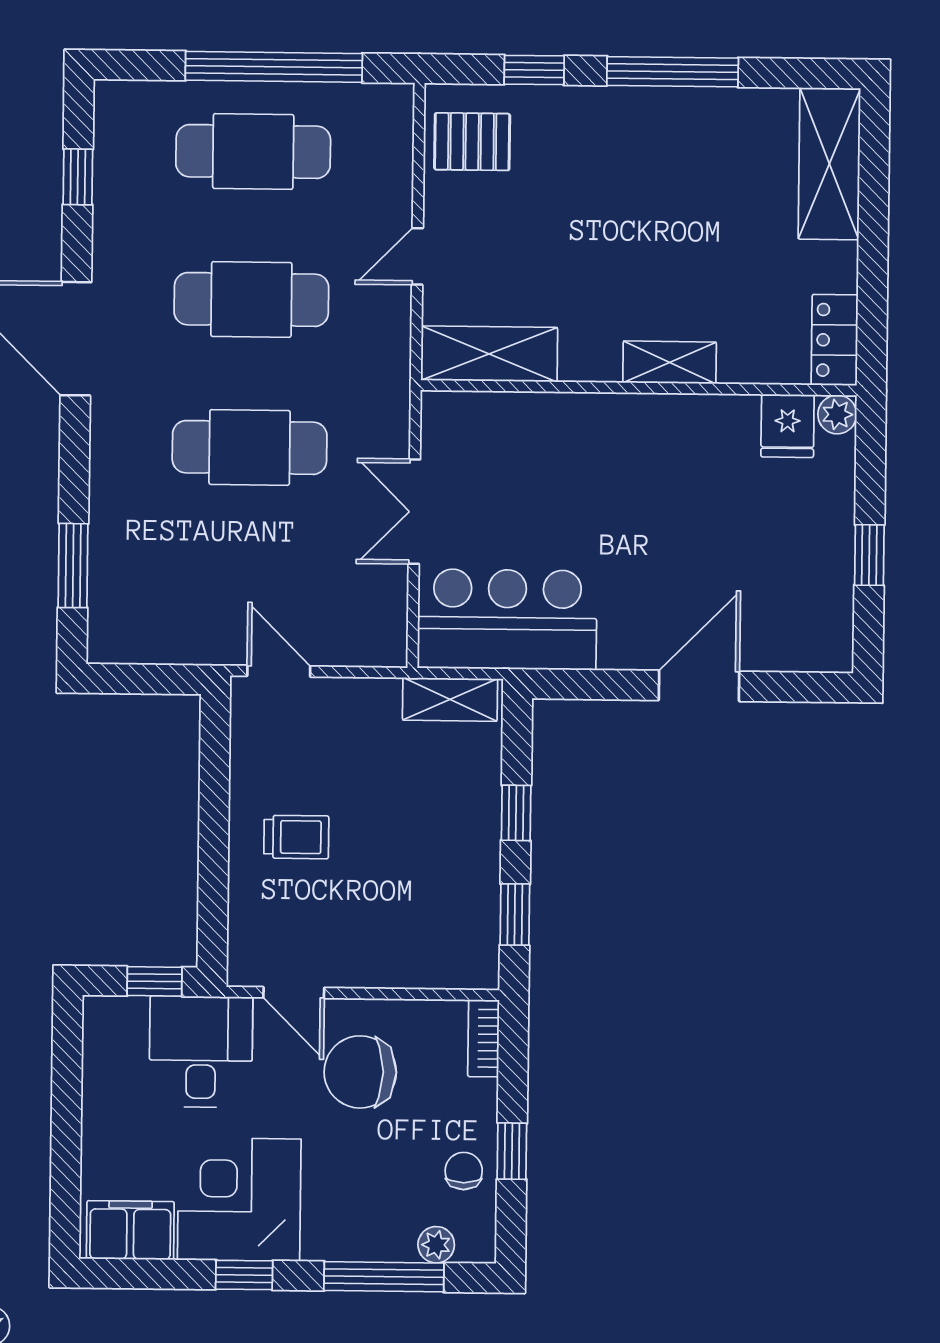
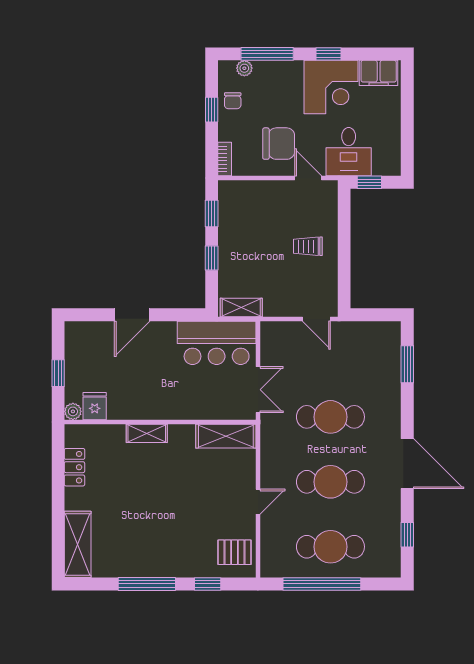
shelving: (489, 354) -> (226, 436), moved
shelving: (670, 362) -> (147, 433), moved
wall: (639, 388) -> (160, 422), moved
plant: (837, 414) -> (73, 411), moved
fridge: (788, 426) -> (95, 406), moved

